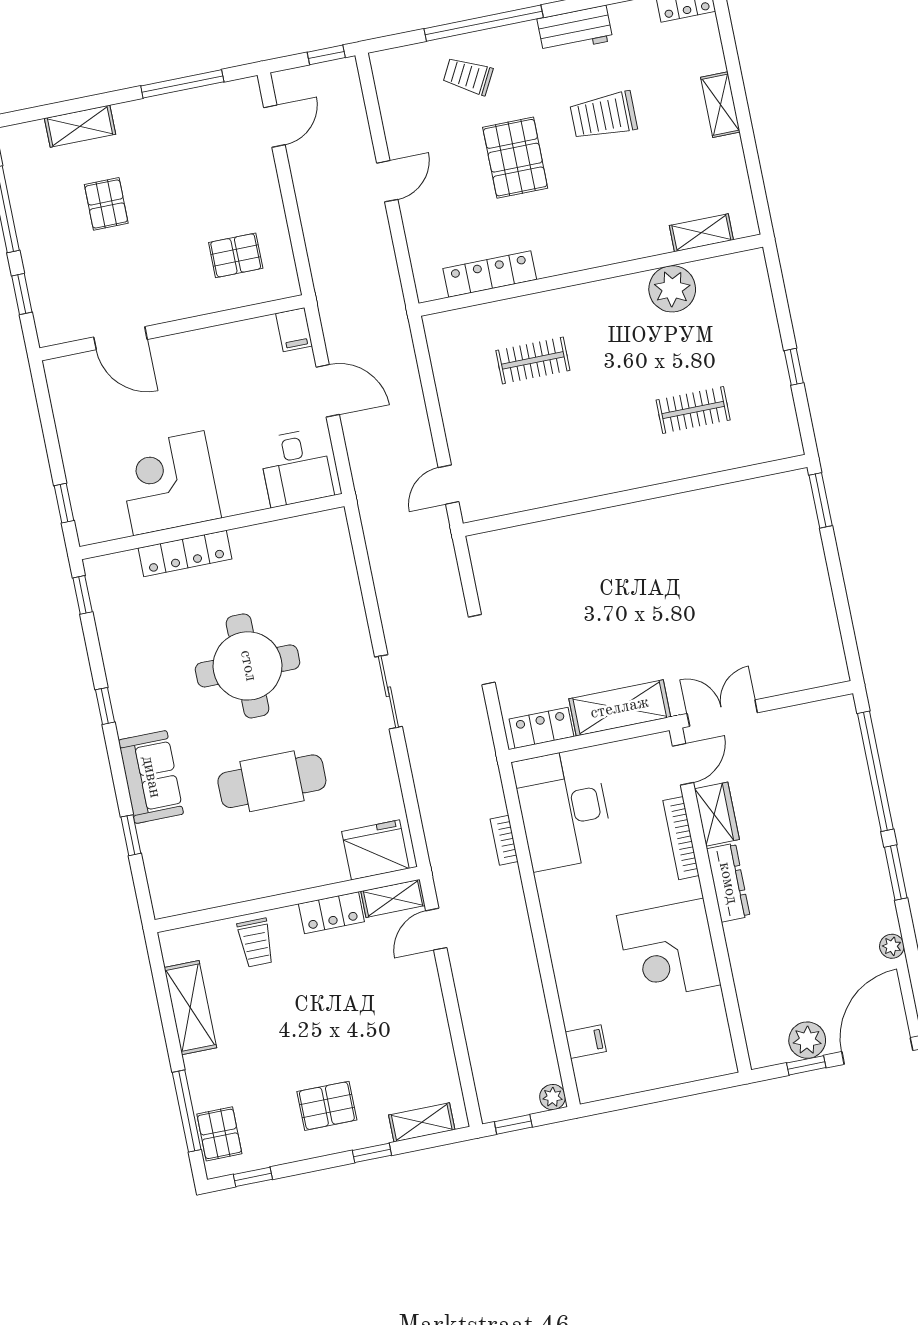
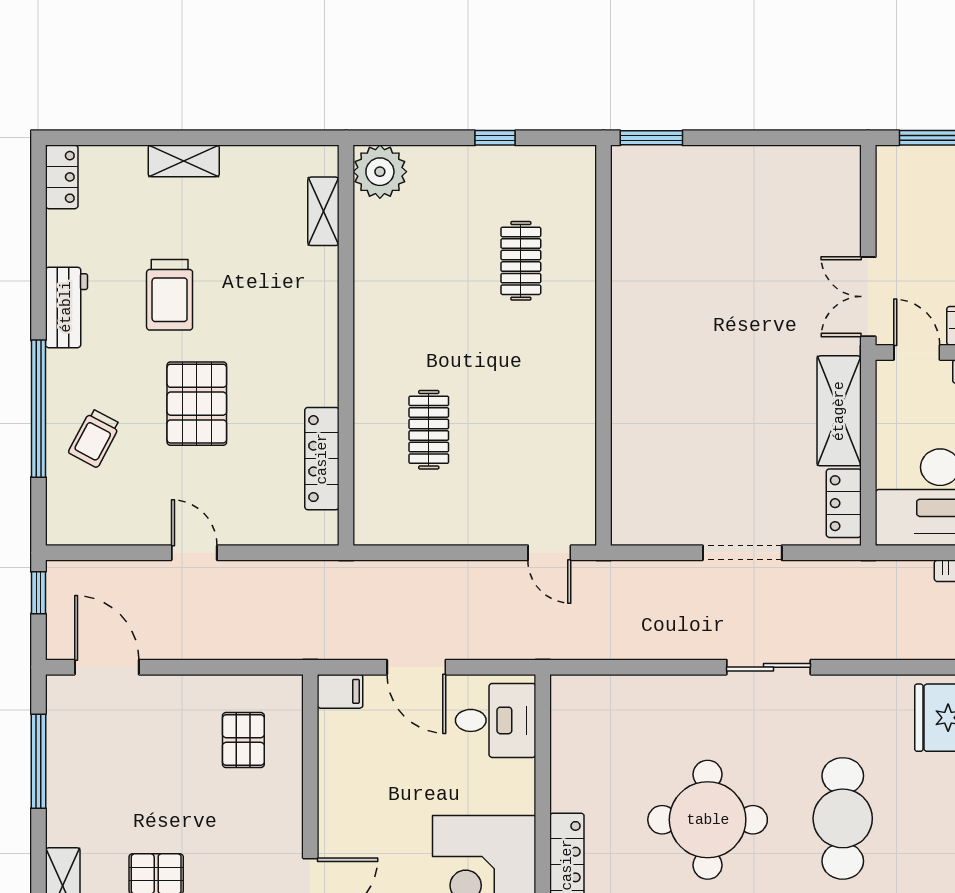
door: (274, 126) -> (107, 667), width x1.38
pallet: (515, 158) -> (197, 404), turned 90
plant: (672, 289) -> (380, 172), moved
door: (328, 391) -> (416, 667), swing flipped

